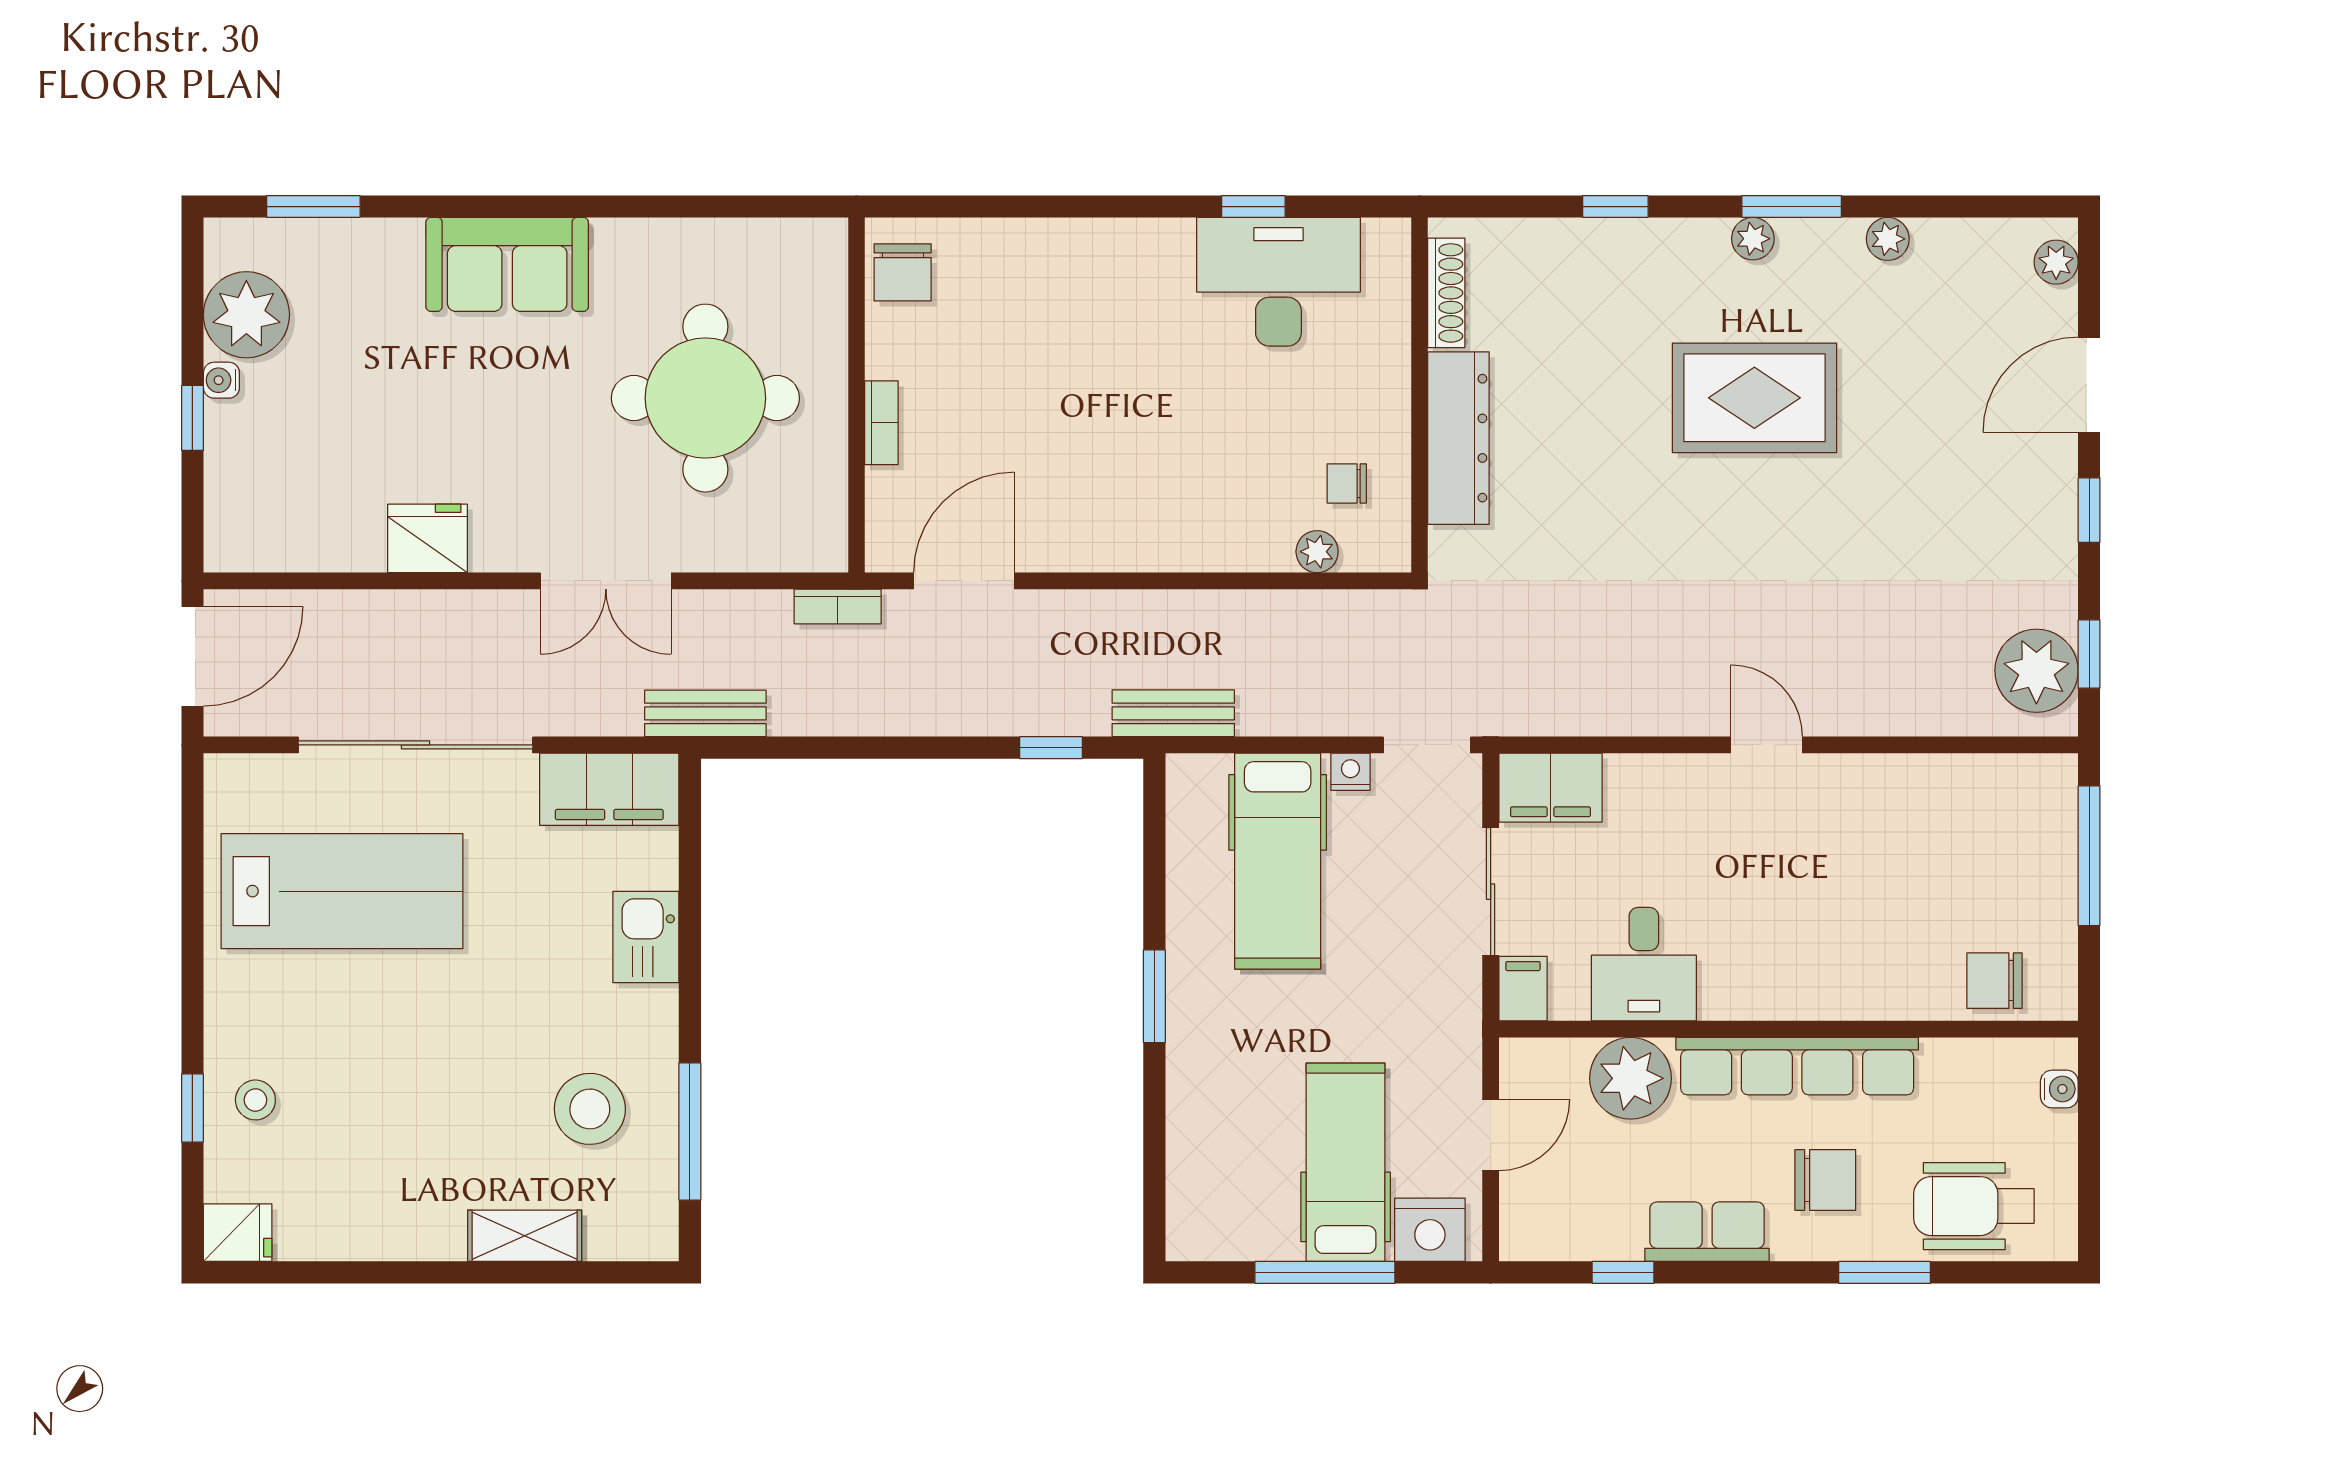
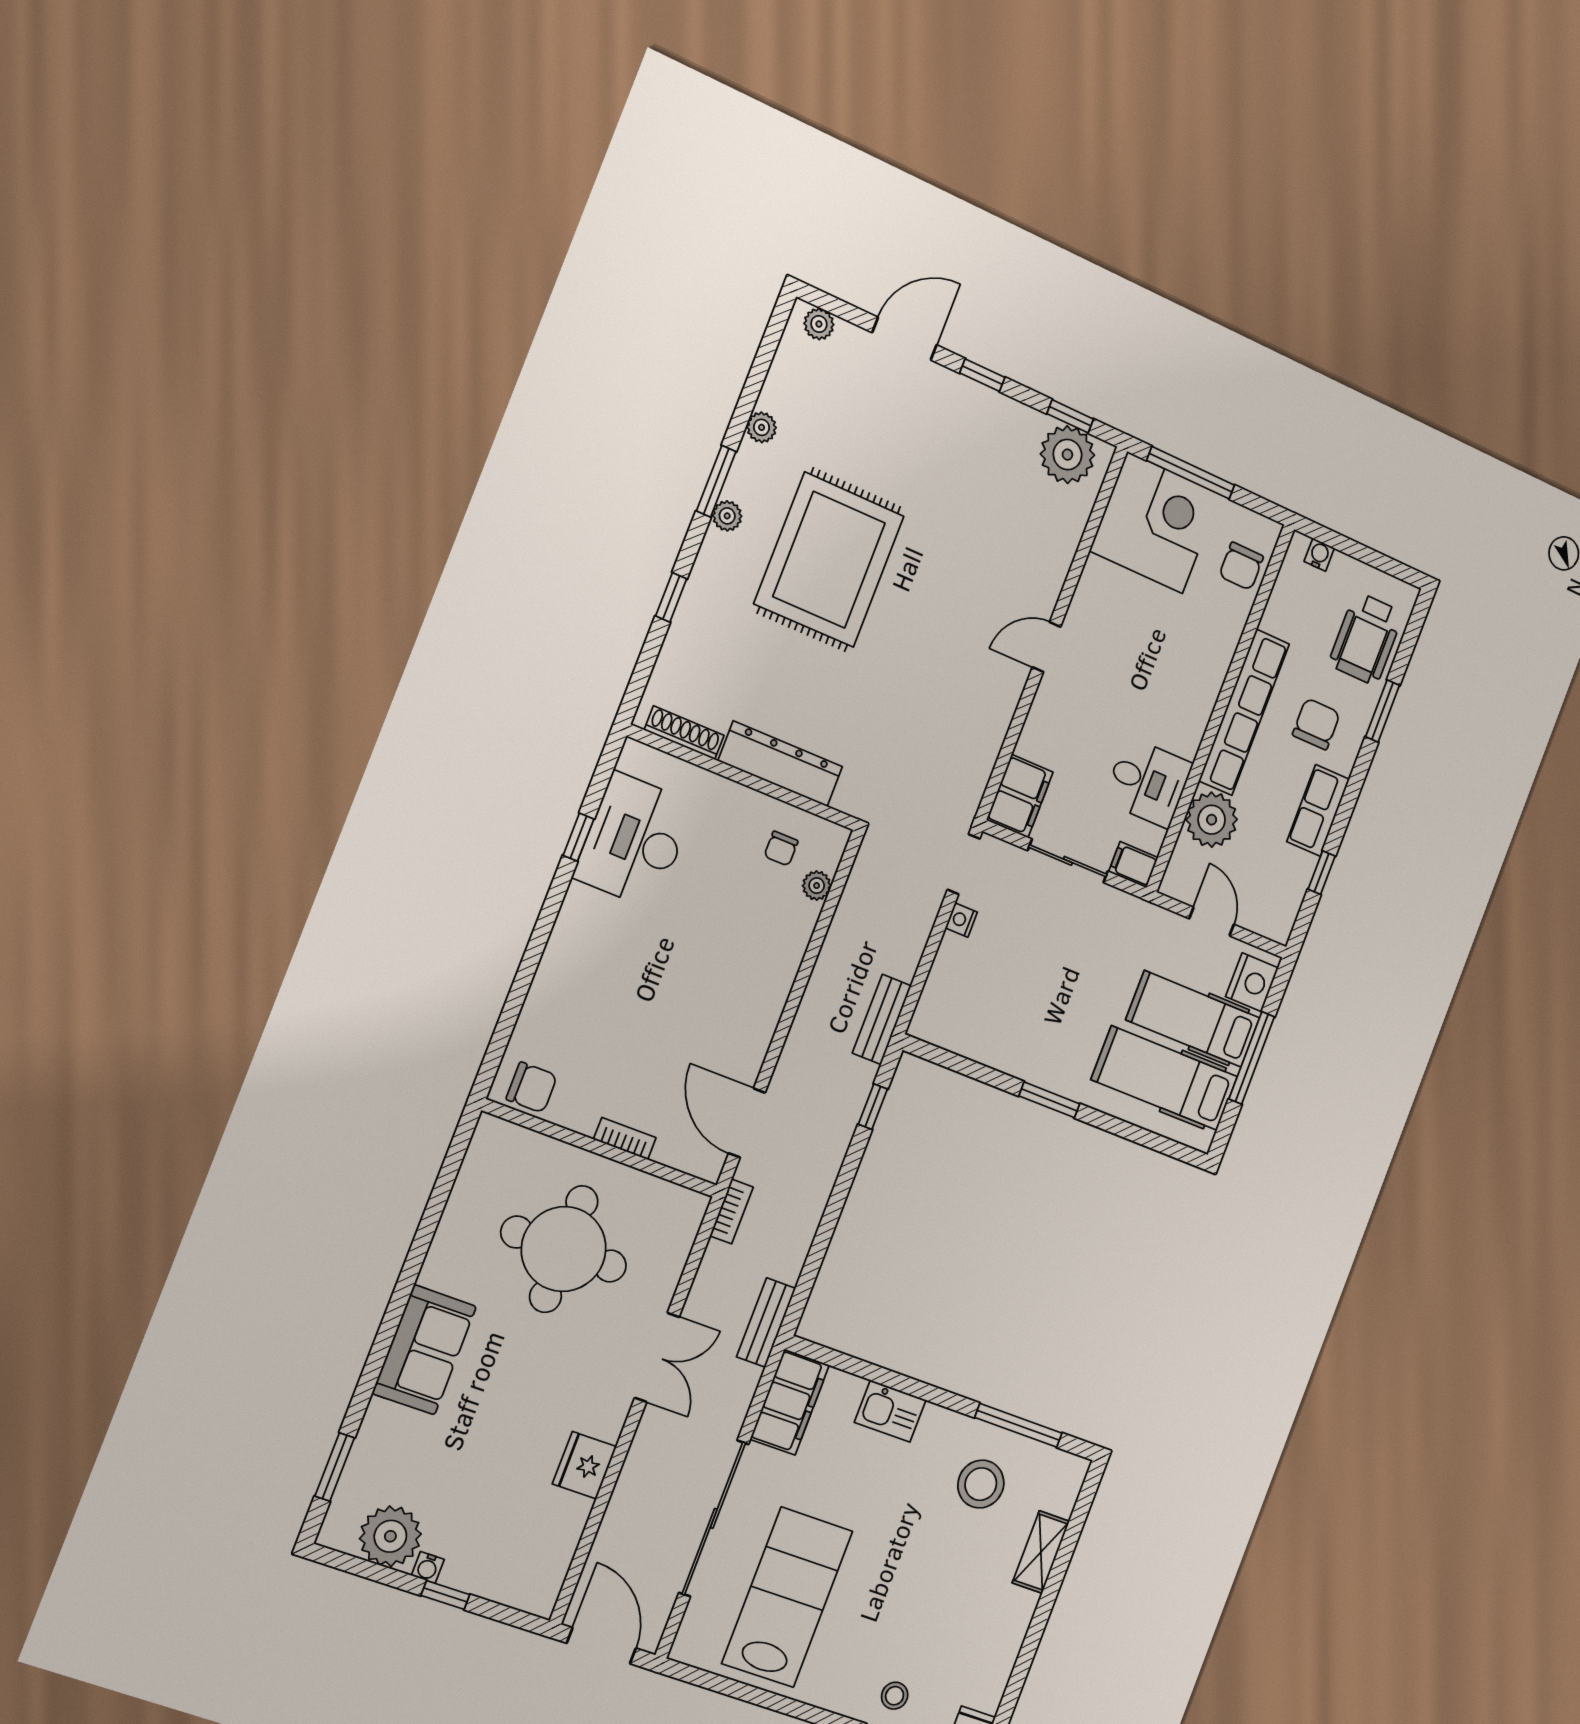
door: (2089, 385) -> (904, 339), swing flipped
rug: (1754, 398) -> (829, 560), width x1.37, depth x1.44
corner desk: (2000, 832) -> (1155, 523), added
hospital bed: (1278, 861) -> (1165, 1078), moved, turned 180

